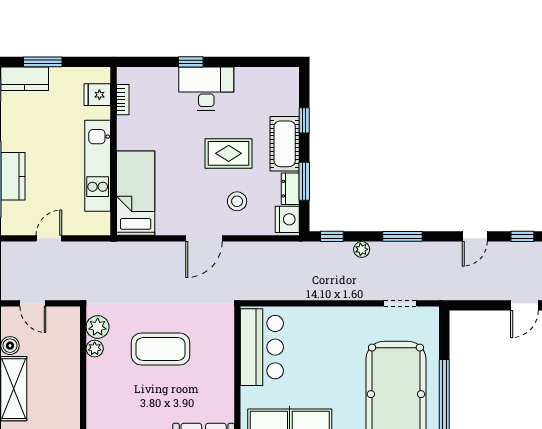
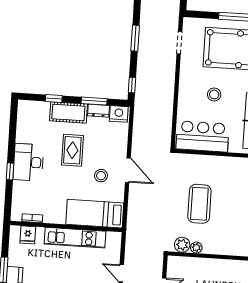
stool: (237, 201) -> (101, 176), moved
plant: (362, 249) -> (142, 66), removed
stool: (326, 360) -> (214, 94), added

